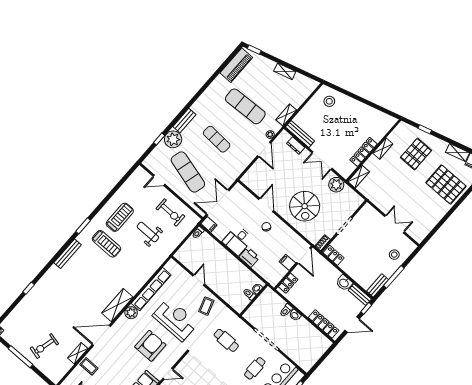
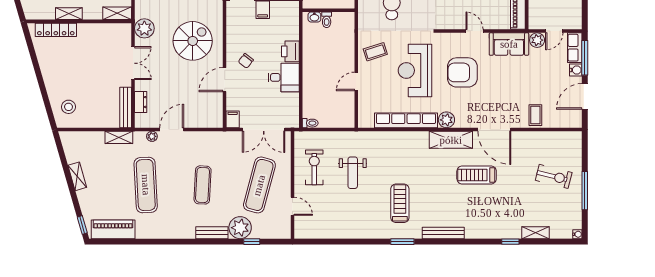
locker: (363, 152) -> (56, 30), moved
treadmill: (120, 217) -> (477, 175), moved
filing cabinet: (209, 224) -> (233, 119), moved
shelving: (78, 353) -> (535, 233), moved

